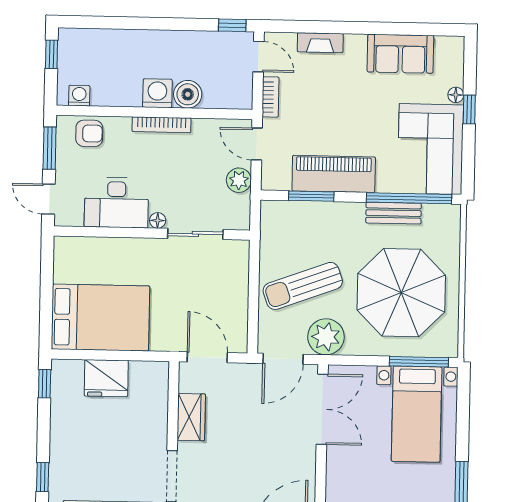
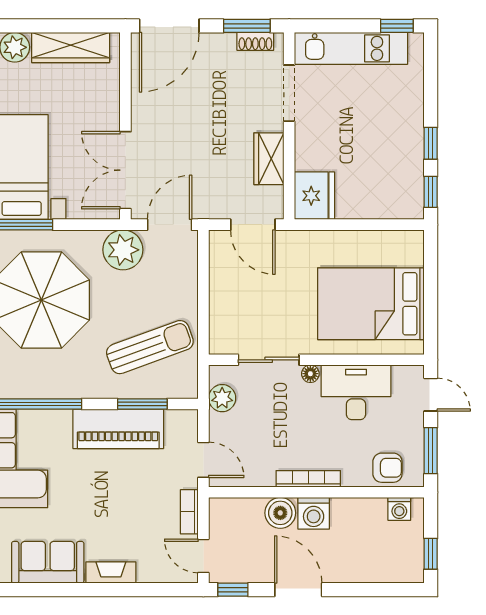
door: (173, 24) -> (298, 590), added
fireplace: (320, 43) -> (111, 573), moved
armchair: (89, 133) -> (387, 468), turned 180
plant: (239, 180) -> (222, 398), moved
bench: (394, 213) -> (52, 387), removed
sun lounger: (303, 286) -> (150, 347), moved
bed: (100, 318) -> (371, 304), moved
fridge: (106, 378) -> (314, 196), moved, turned 90
window: (43, 477) -> (431, 143), moved

